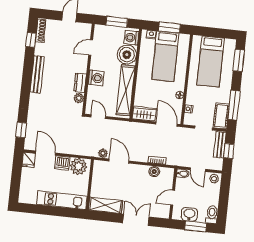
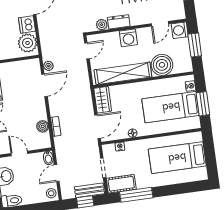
washing machine: (131, 38) -> (180, 30), moved, turned -90
door: (91, 47) -> (160, 24), swing flipped
window: (239, 60) -> (186, 188), removed

